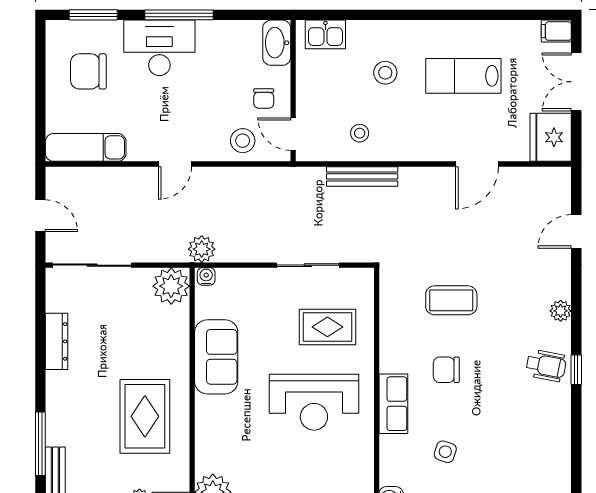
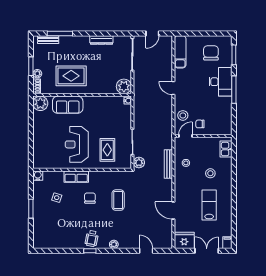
washbasin: (277, 43) -> (223, 129), removed
plant: (202, 249) -> (139, 163), moved
sofa: (216, 357) -> (68, 105), moved

